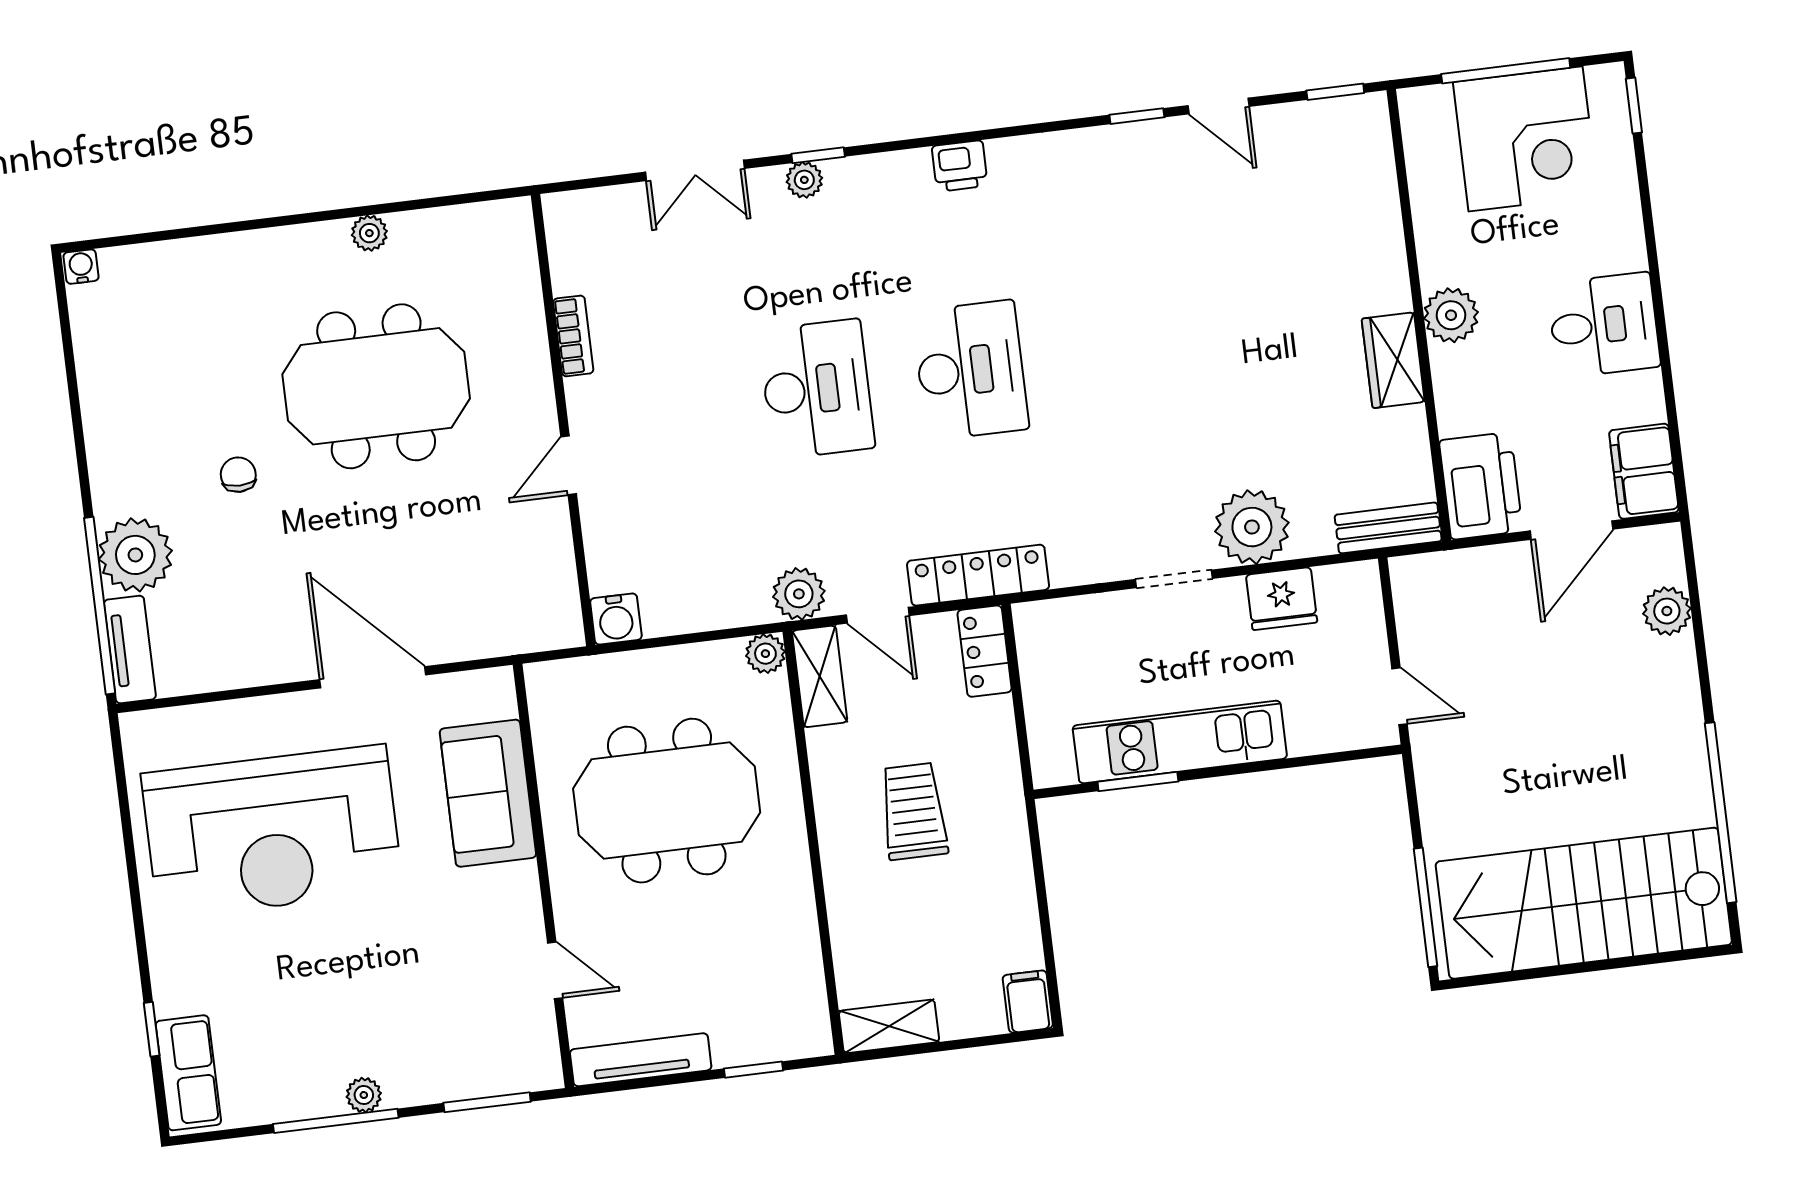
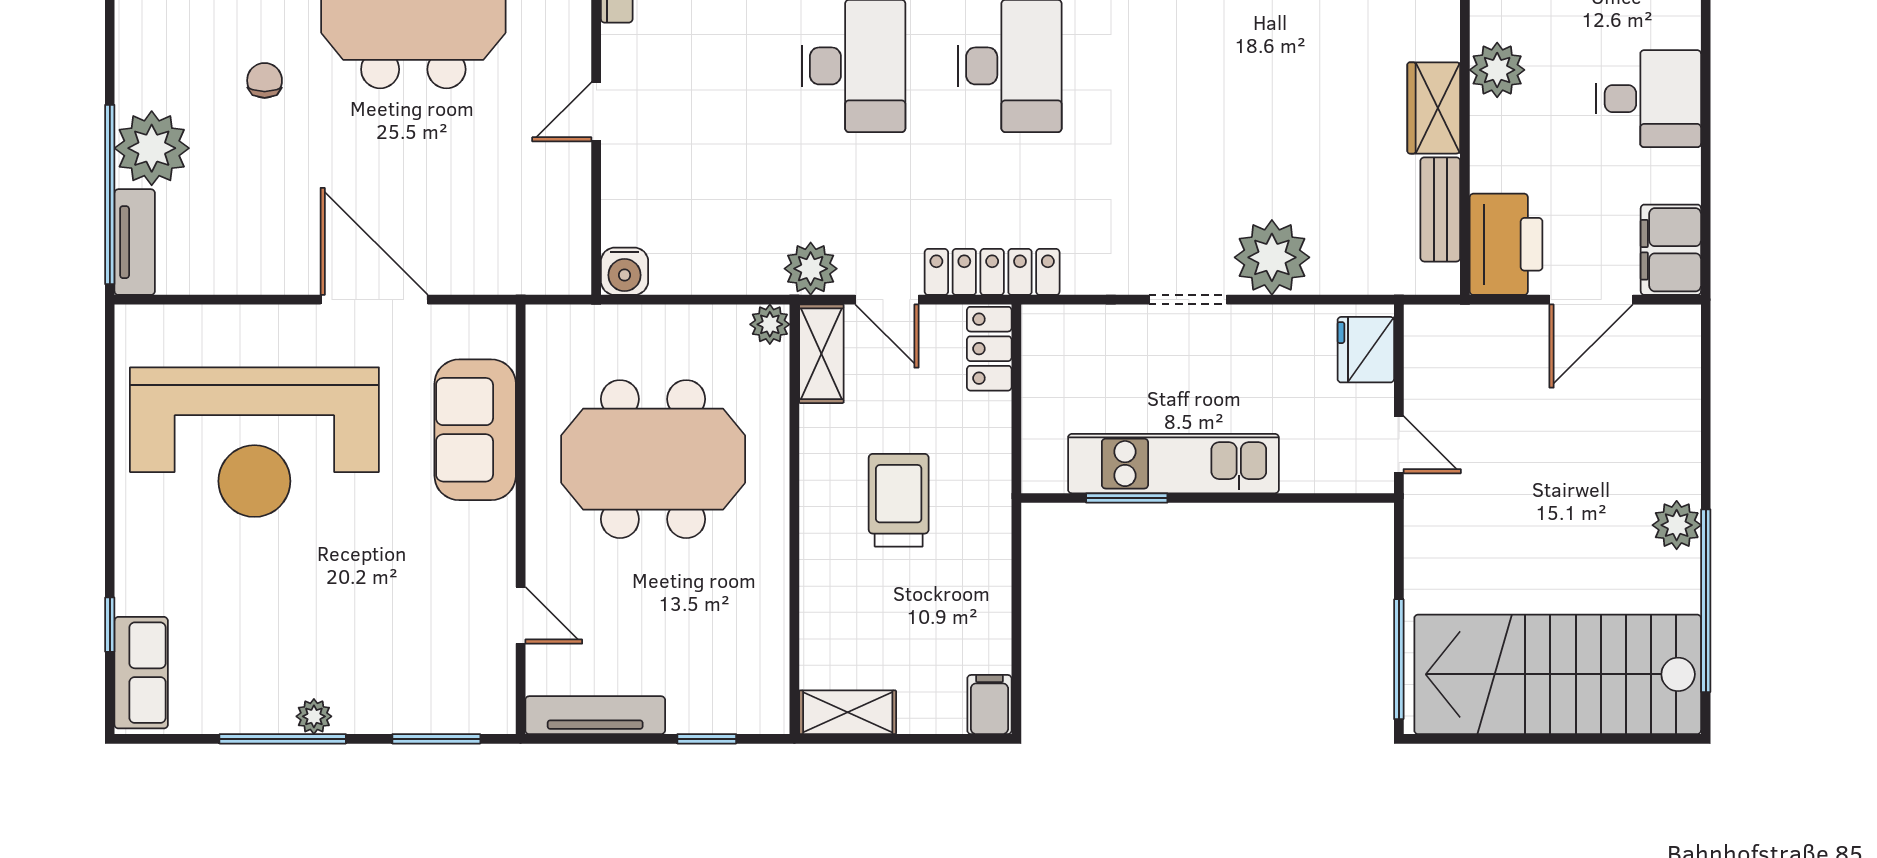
bench: (1388, 528) -> (1440, 209), moved, turned 90
fridge: (1282, 599) -> (1366, 350), moved, turned 90
plant: (1667, 611) -> (1677, 525), moved

